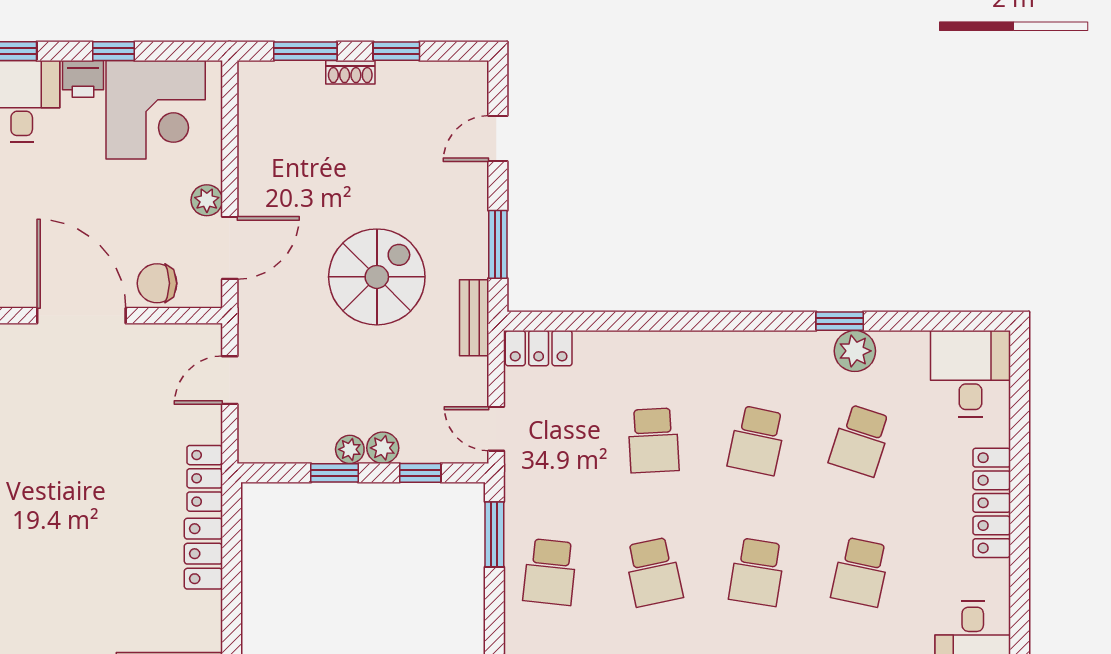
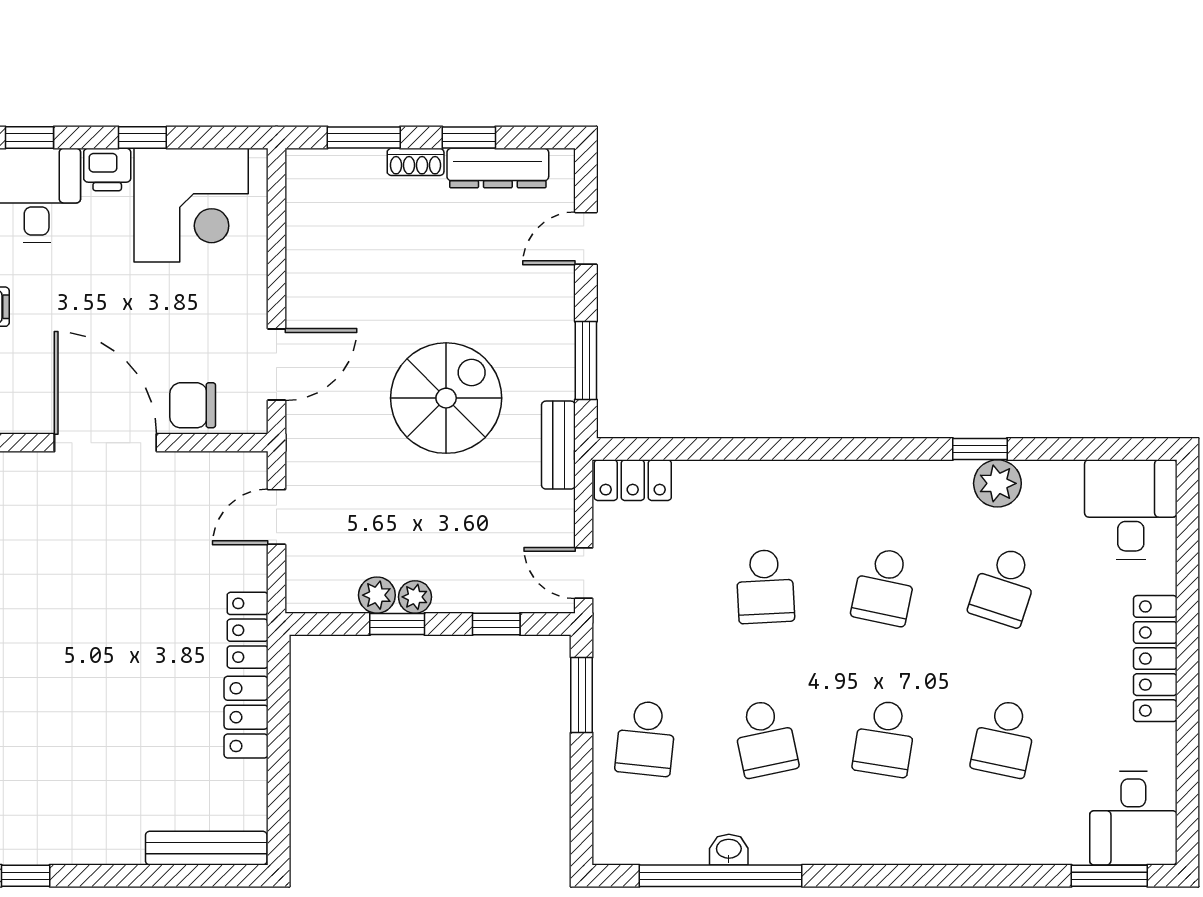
dresser: (422, 78) -> (498, 168), added
plant: (207, 200) -> (250, 310), removed
plant: (383, 448) -> (377, 595), moved

